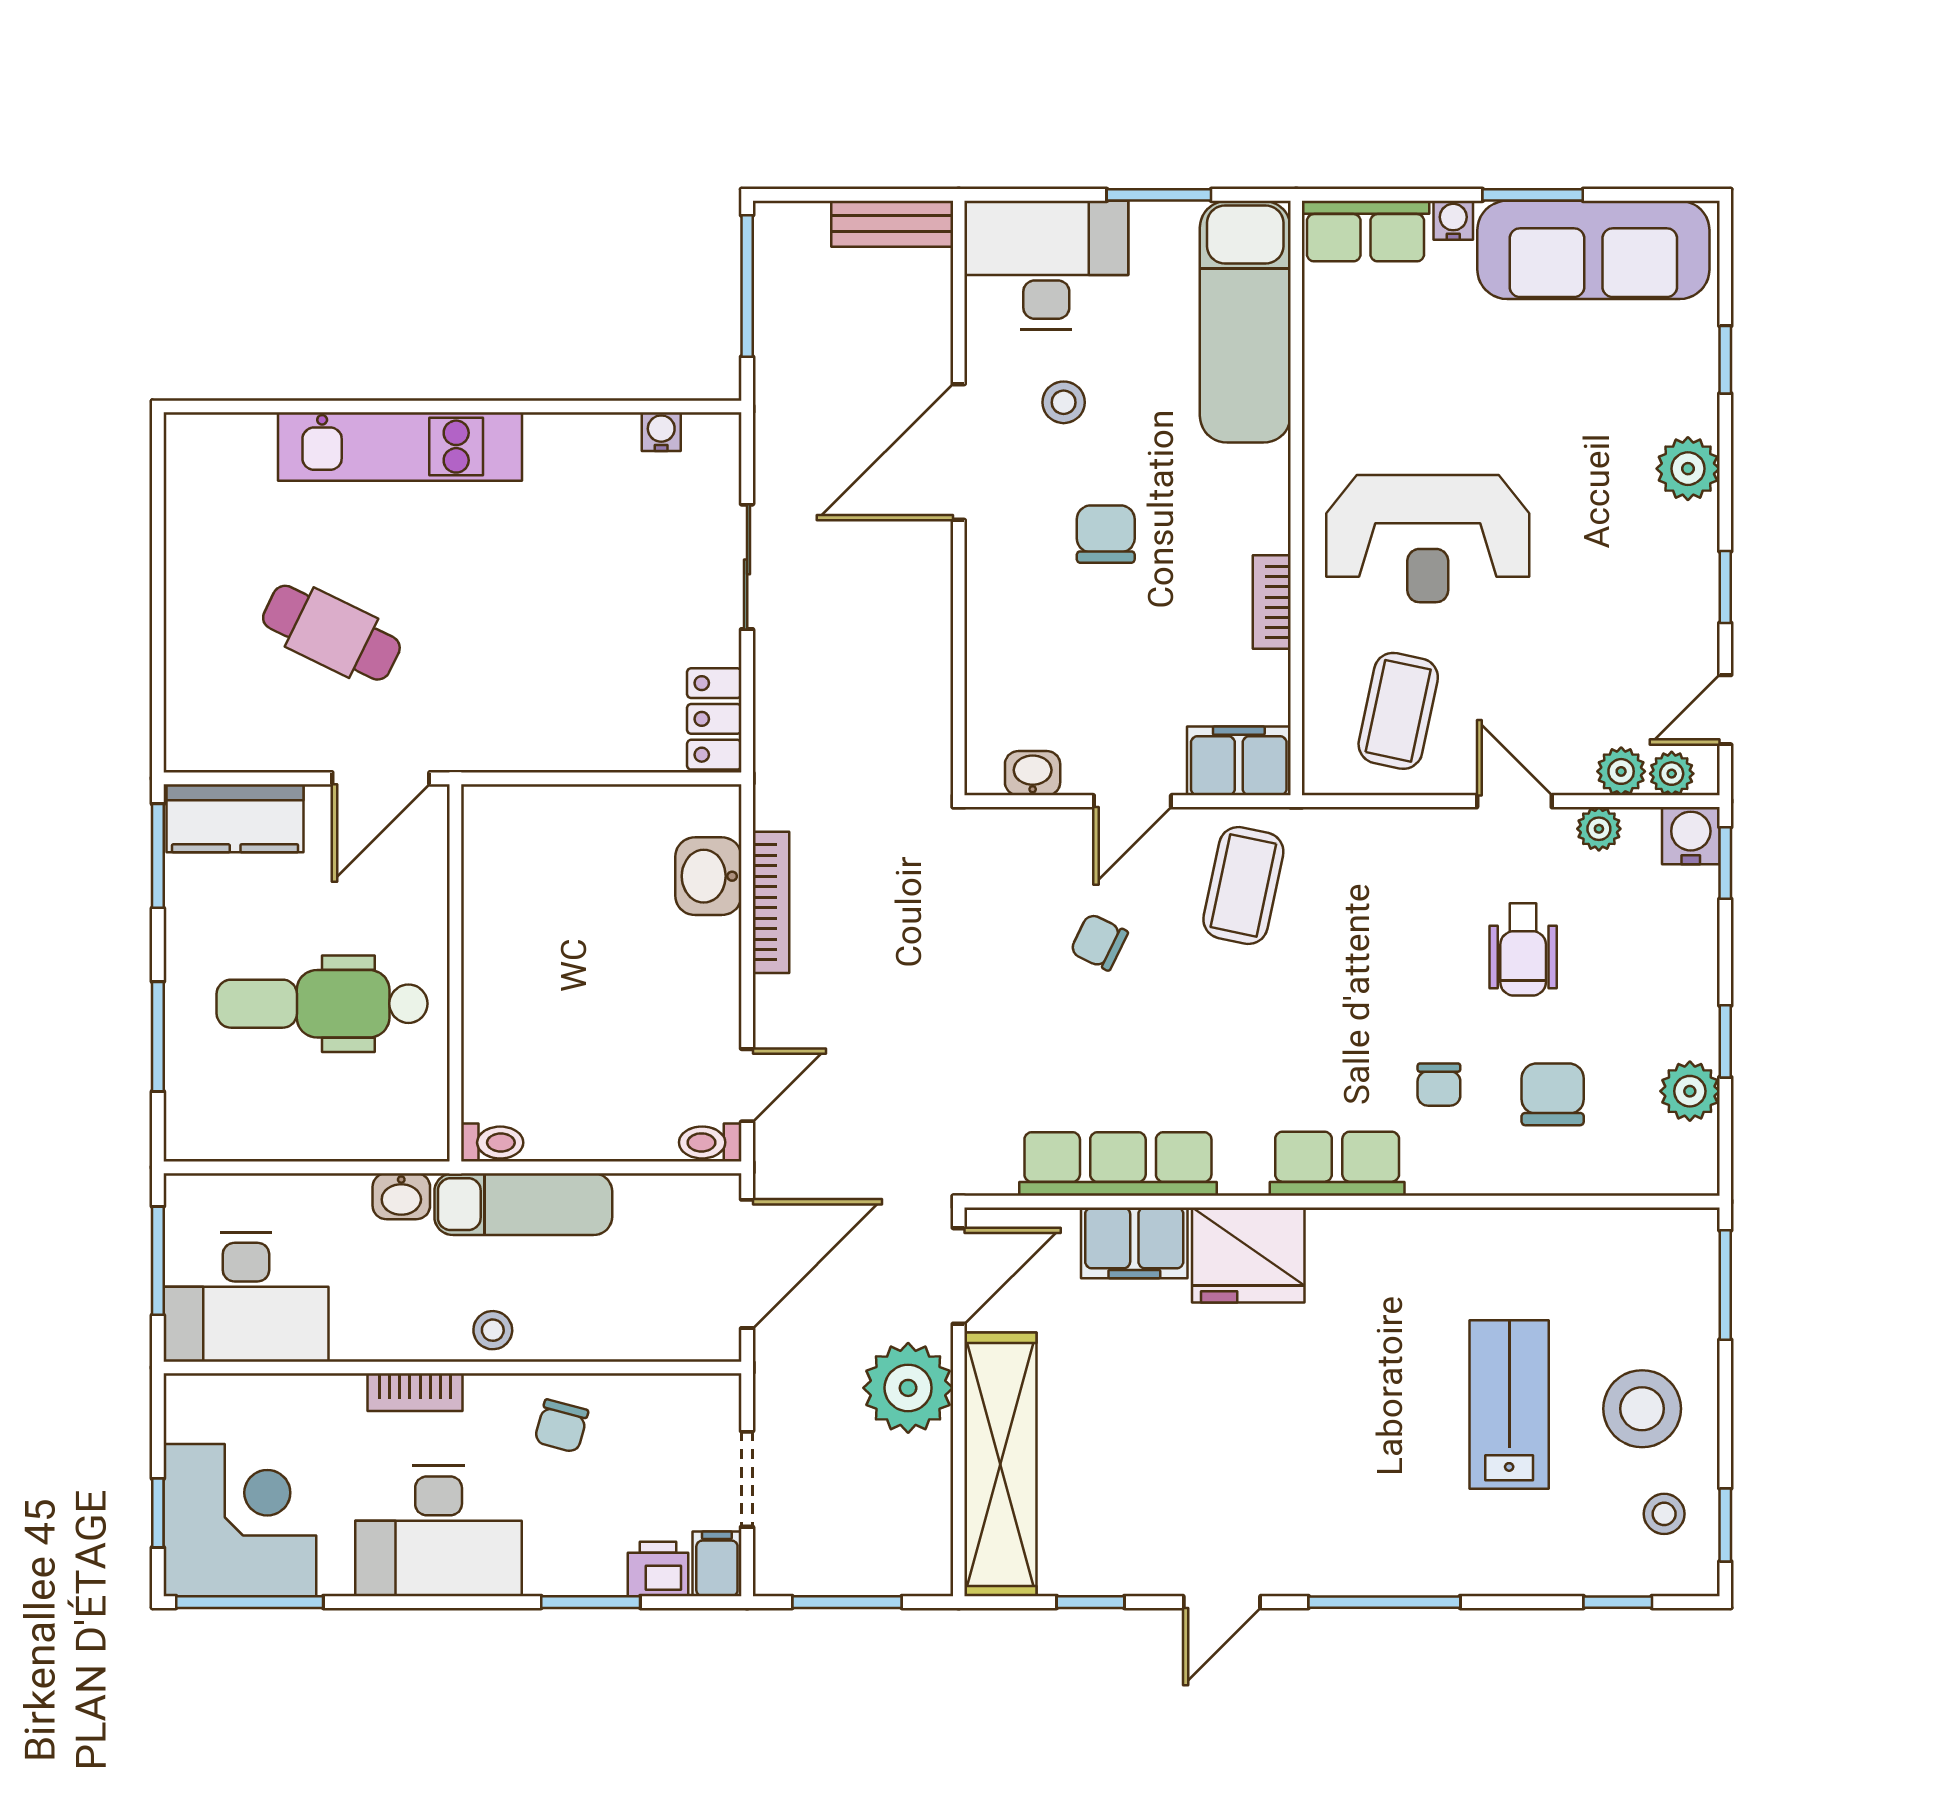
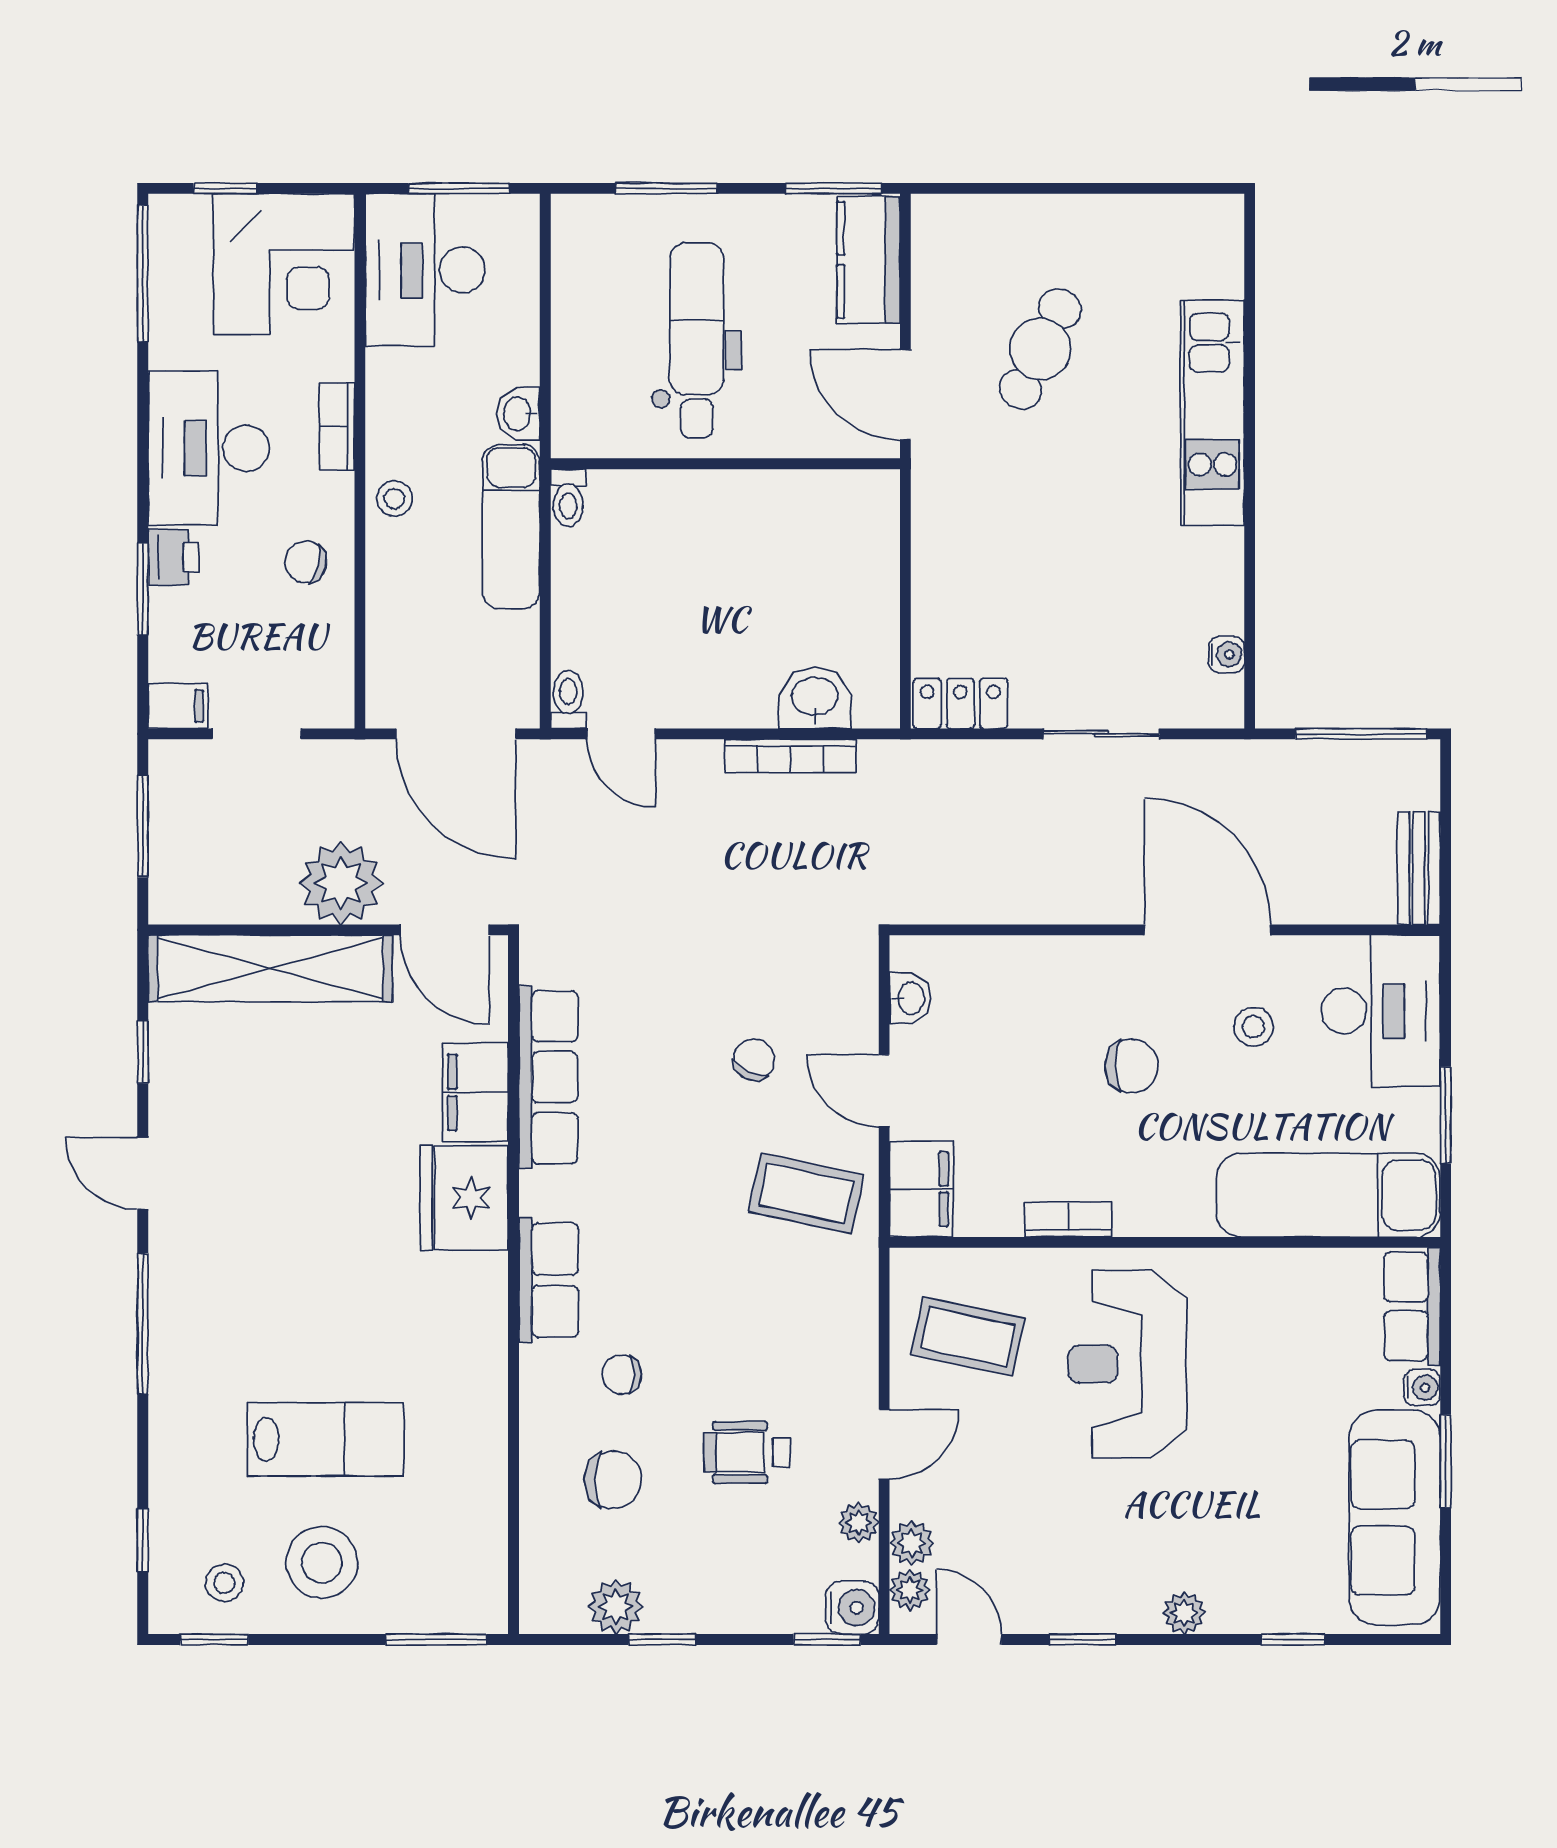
plant: (1688, 469) -> (1184, 1613), width x0.73, depth x0.73
corner desk: (240, 1520) -> (284, 264), moved
printer: (658, 1569) -> (173, 557), moved

